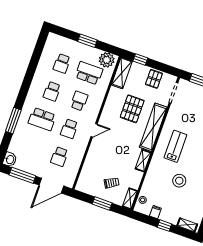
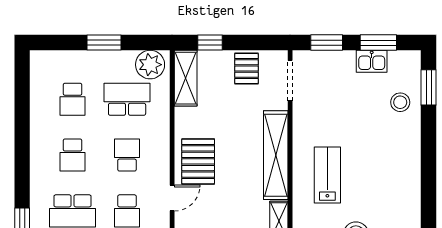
pallet: (132, 109) -> (198, 161), moved

